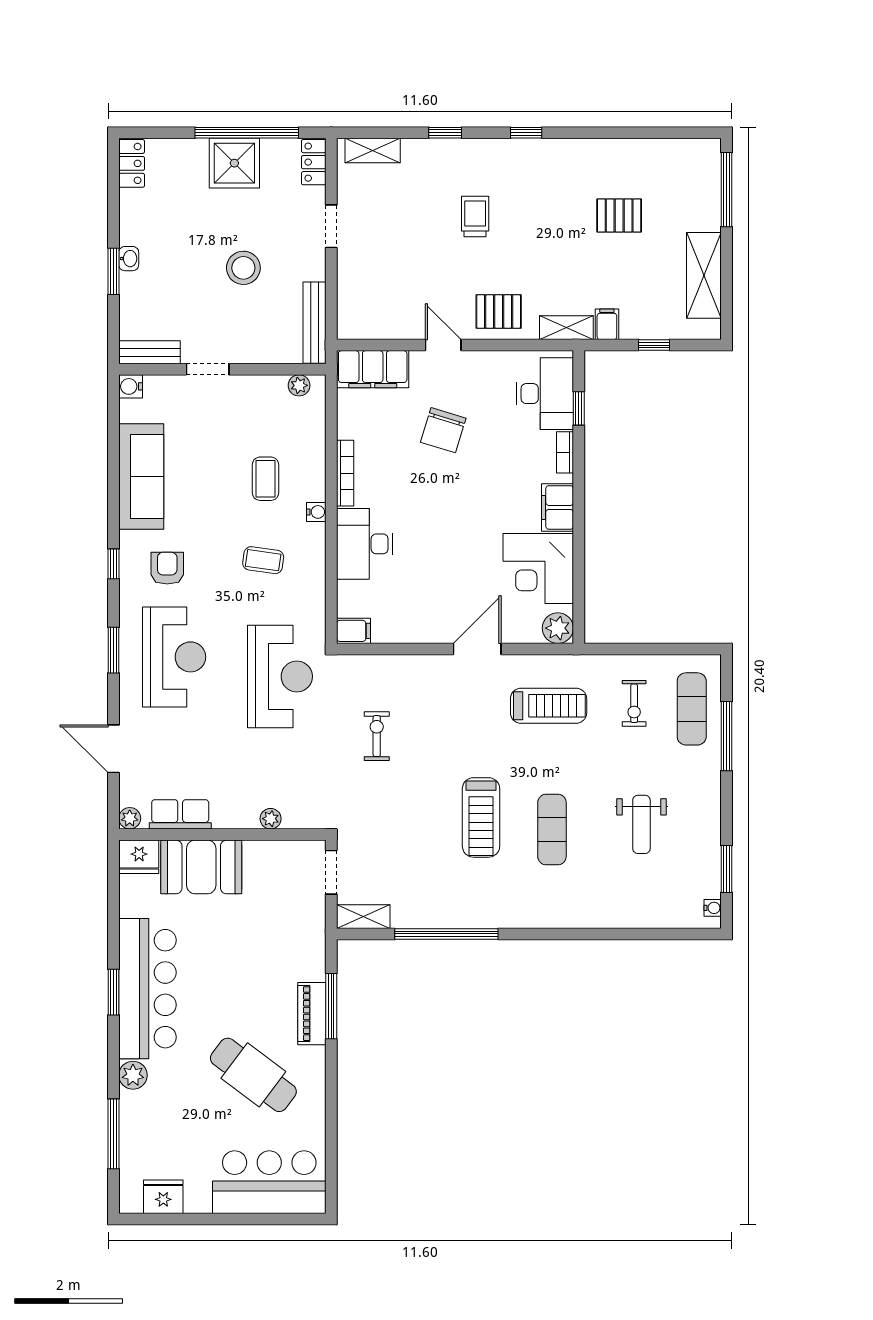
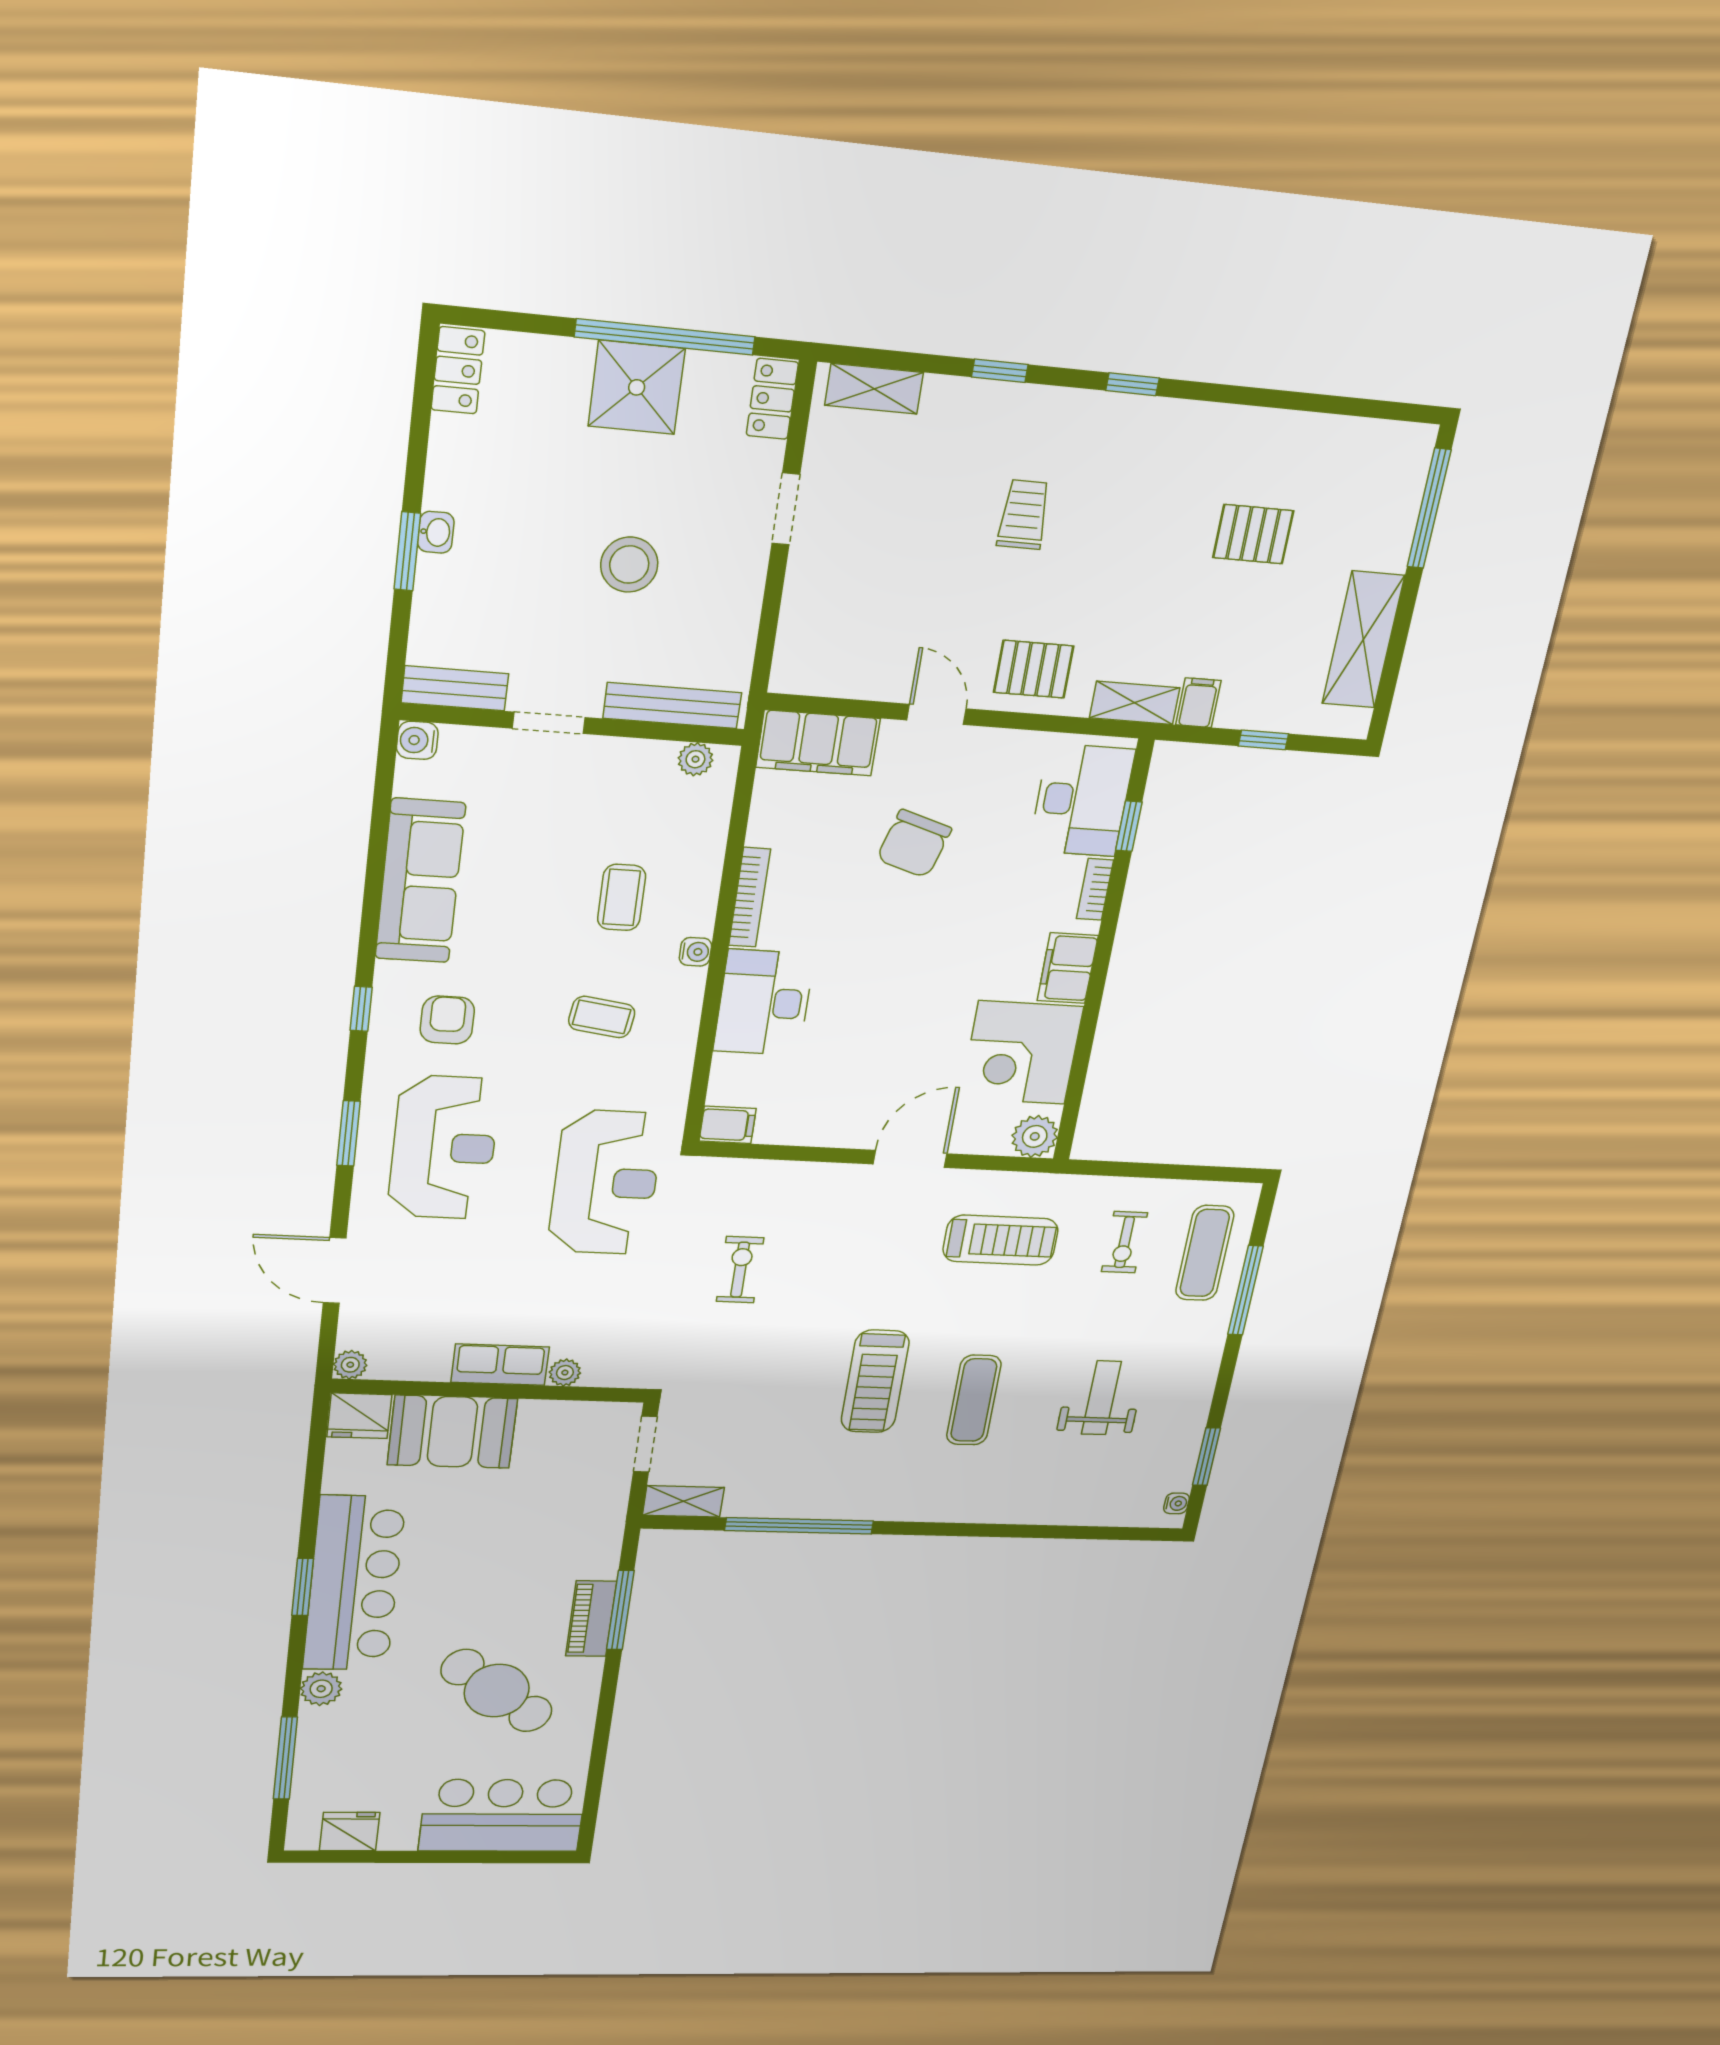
bench: (314, 323) -> (672, 706), moved, turned 90
row of seats: (180, 814) -> (500, 1365), moved
weight bench: (641, 824) -> (1101, 1398), turned 180

